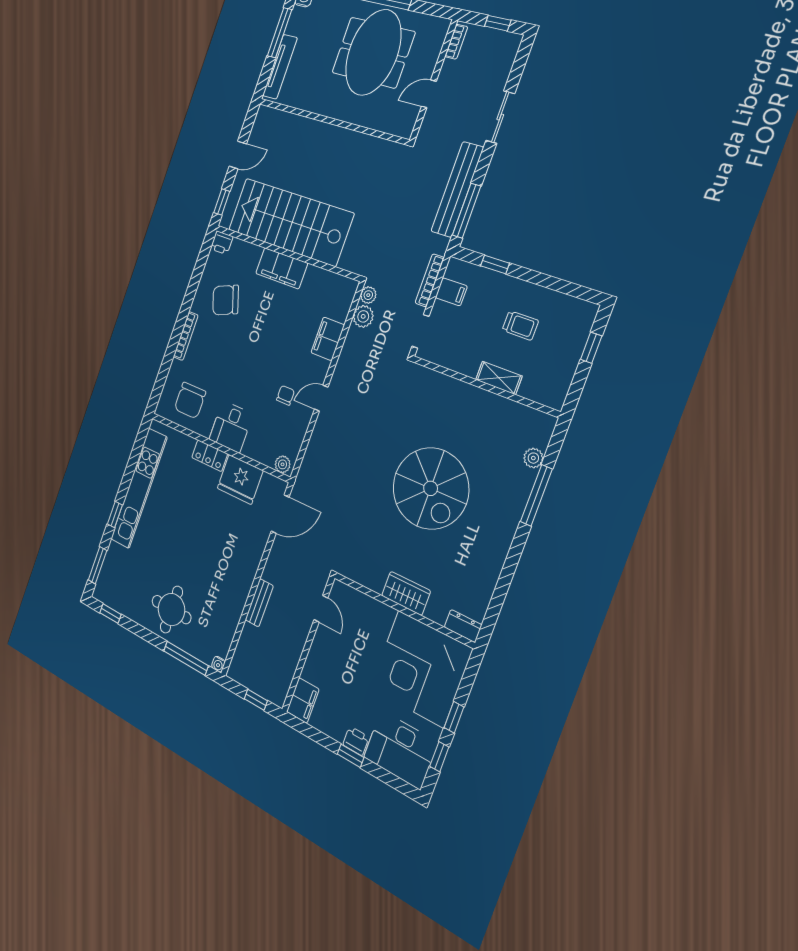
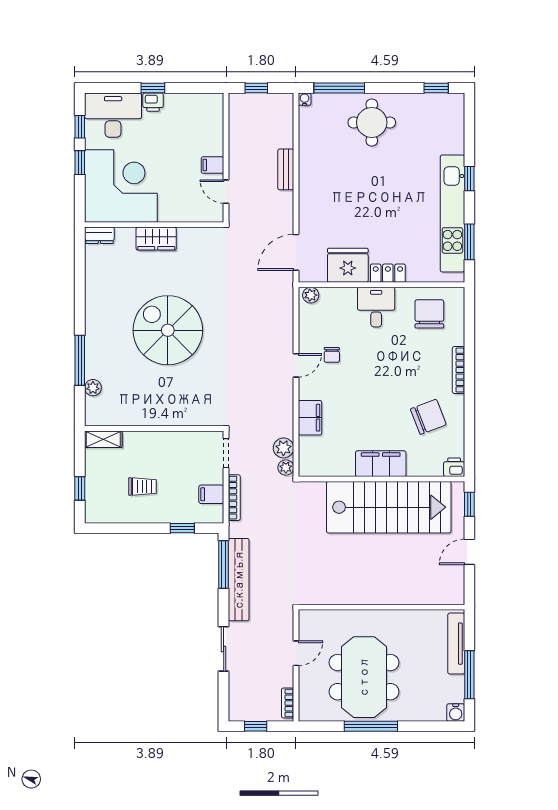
trolley: (520, 325) -> (143, 486), turned 180
shelving: (499, 378) -> (103, 439), moved
window: (98, 565) -> (469, 242), moved
filing cabinet: (303, 700) -> (213, 165), moved, width x0.50

